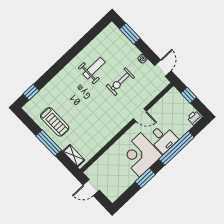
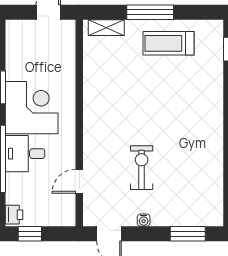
weight bench: (94, 68) -> (188, 152), removed
window: (189, 95) -> (30, 234), moved
door: (140, 115) -> (79, 181), moved

